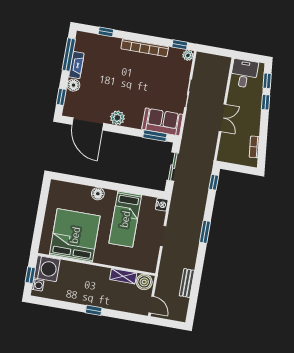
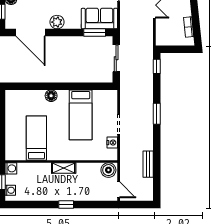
nightstand: (162, 205) -> (112, 143), moved
bed: (75, 235) -> (36, 138), width x0.49
washing machine: (47, 269) -> (11, 168), width x0.53, depth x0.53
shelving: (123, 276) -> (64, 168), moved

